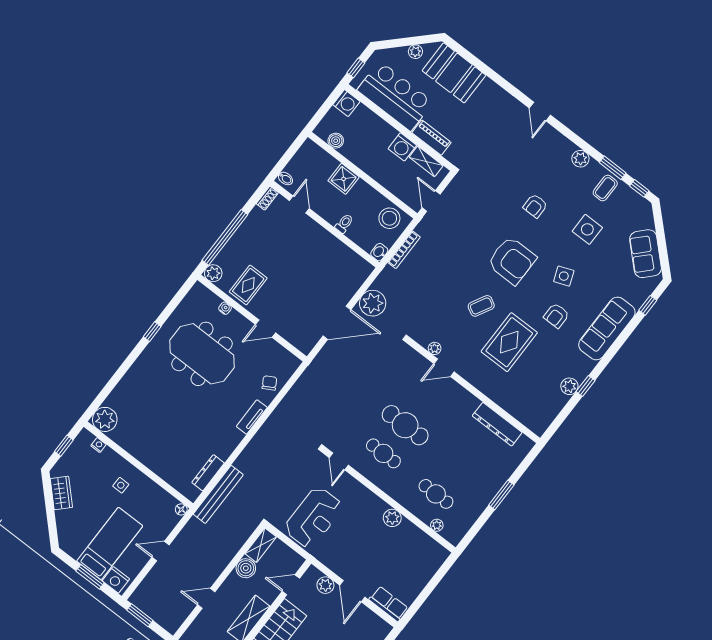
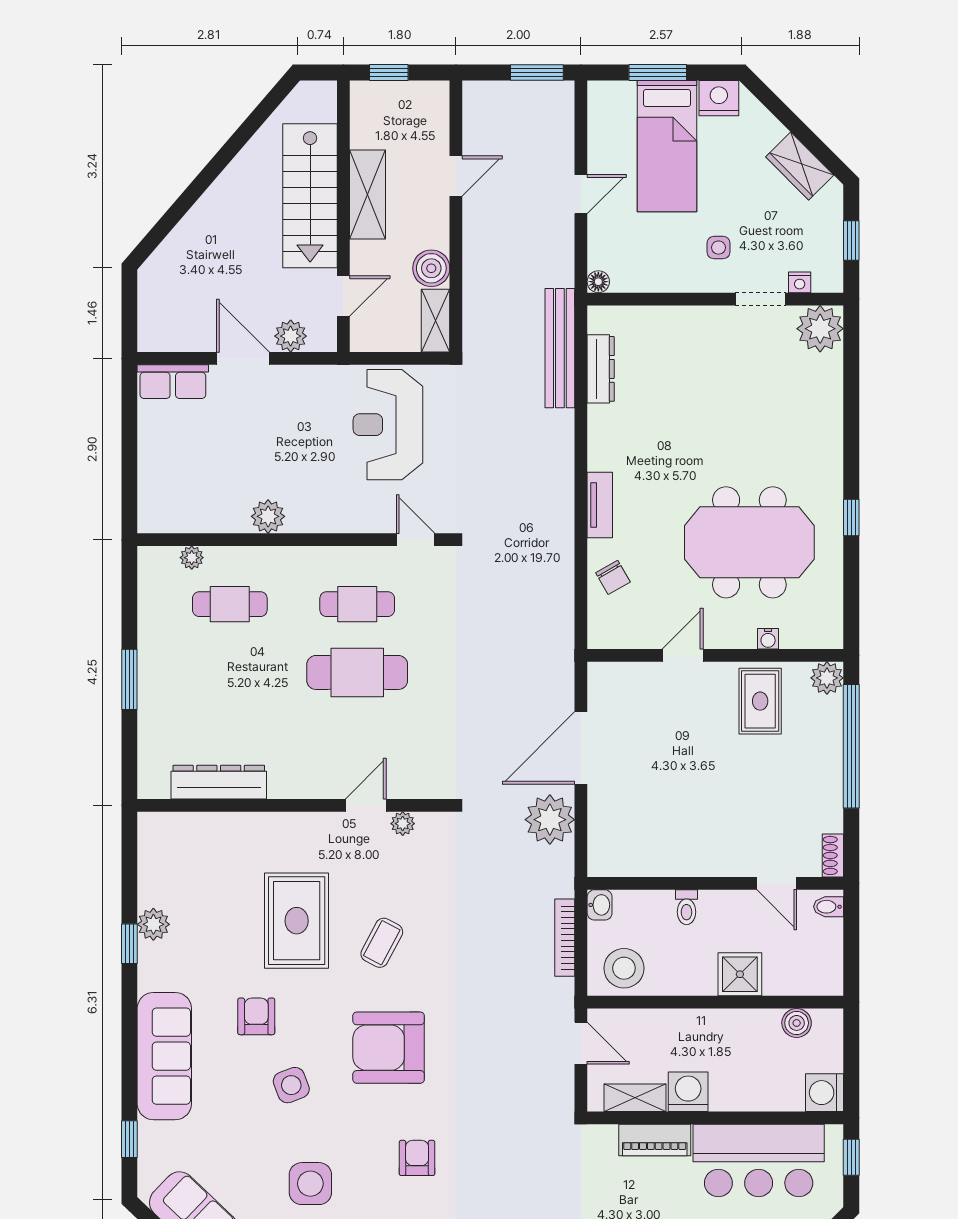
doorway: (120, 451) -> (761, 299), added
nightstand: (116, 580) -> (719, 98), moved

